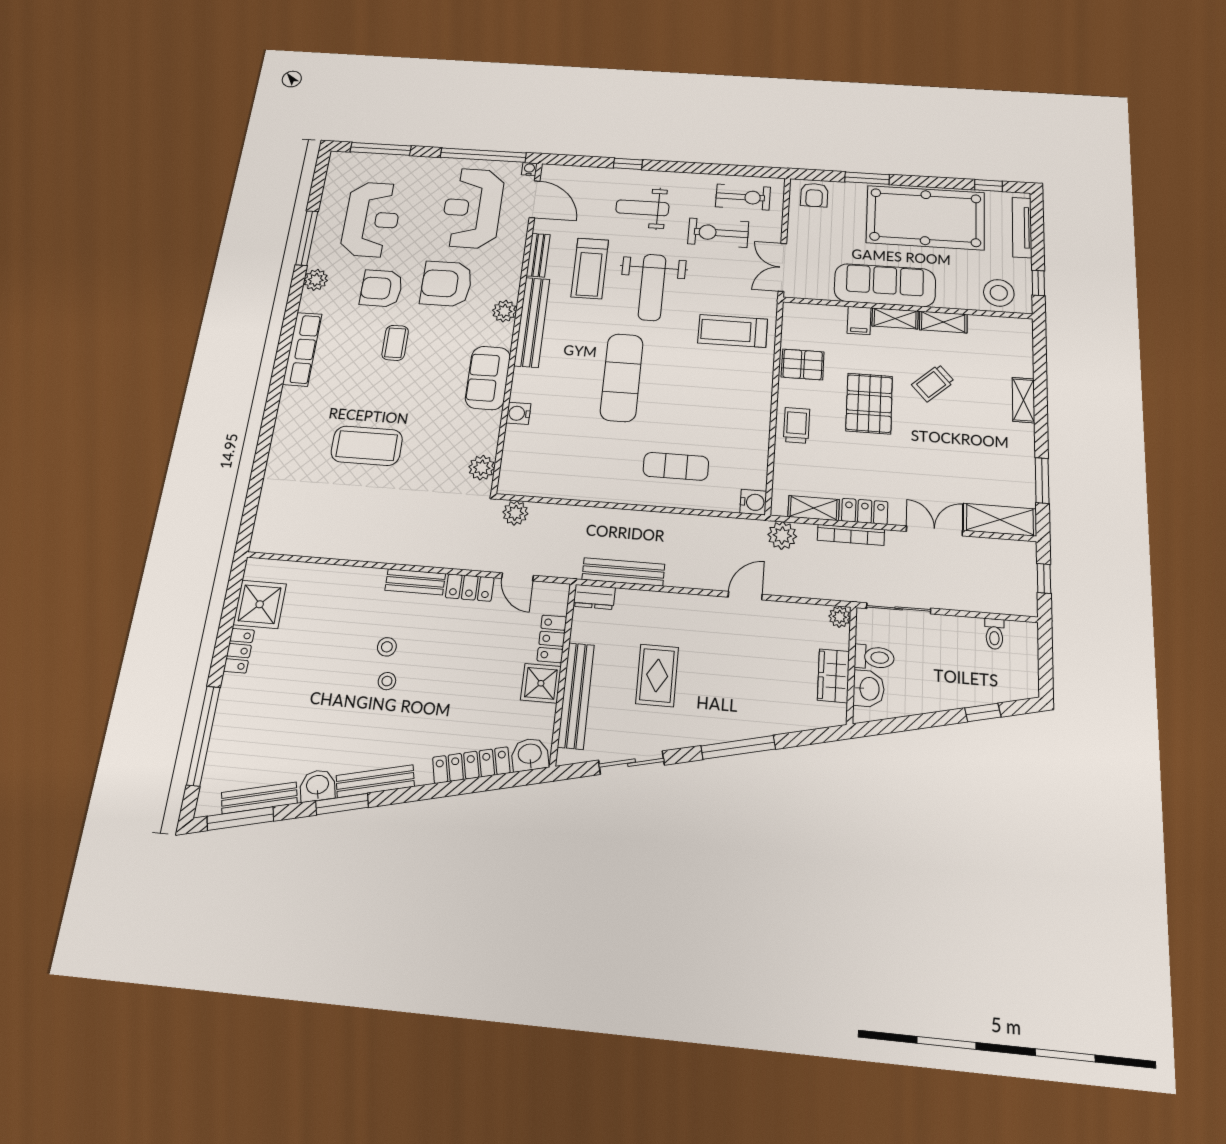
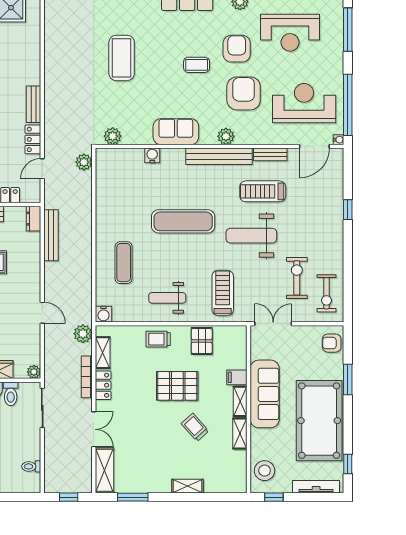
weight bench: (642, 208) -> (167, 298), moved, turned -90
trolley: (797, 425) -> (158, 339), turned 180

